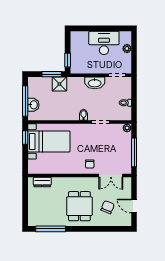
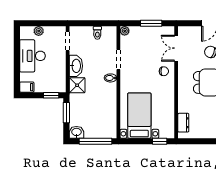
filing cabinet: (75, 38) -> (27, 87), added
shower: (59, 84) -> (77, 85), moved
washbasin: (33, 105) -> (76, 132), moved
window: (25, 138) -> (160, 141), moved
window: (134, 152) -> (151, 23), width x0.69
double door: (111, 175) -> (176, 48), swing flipped

